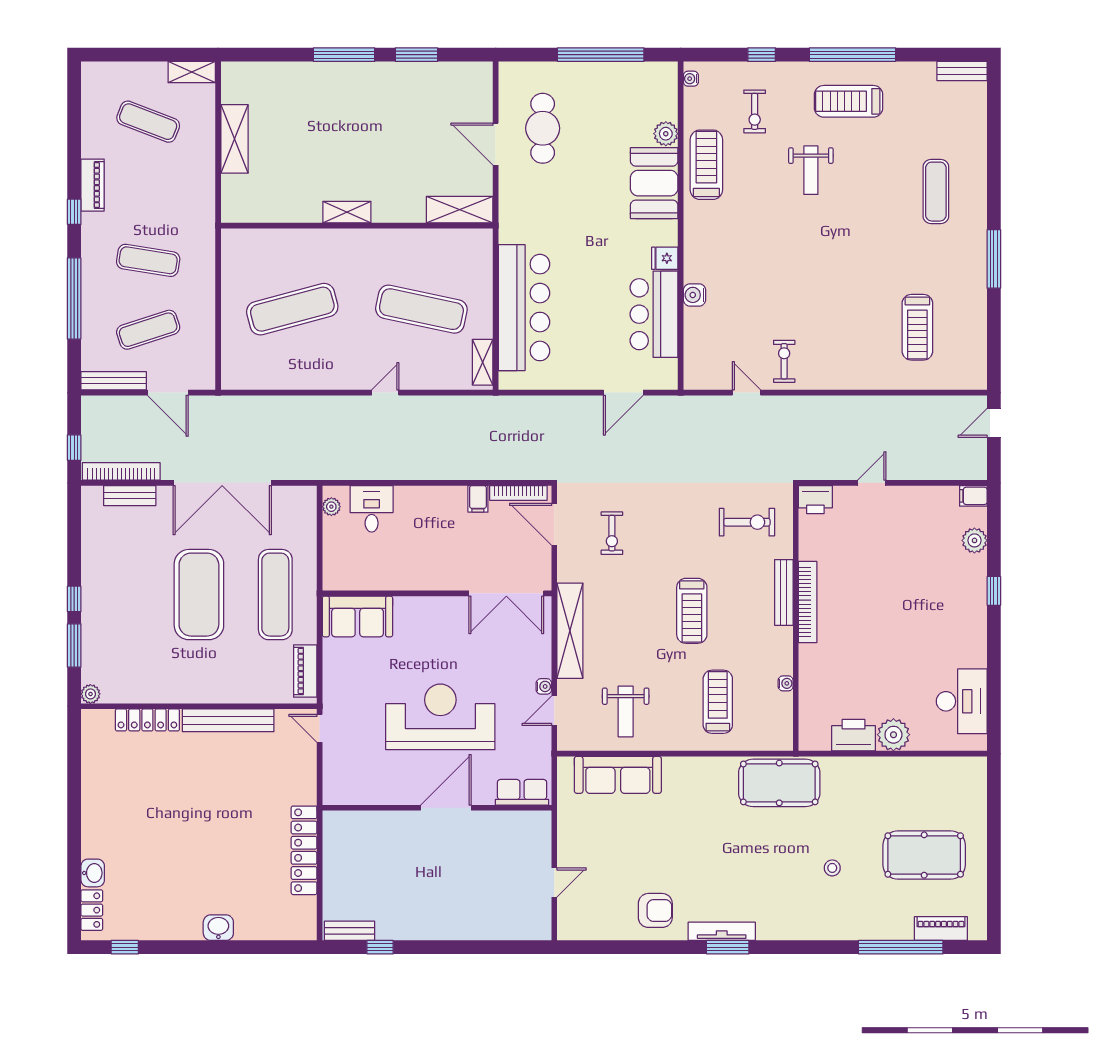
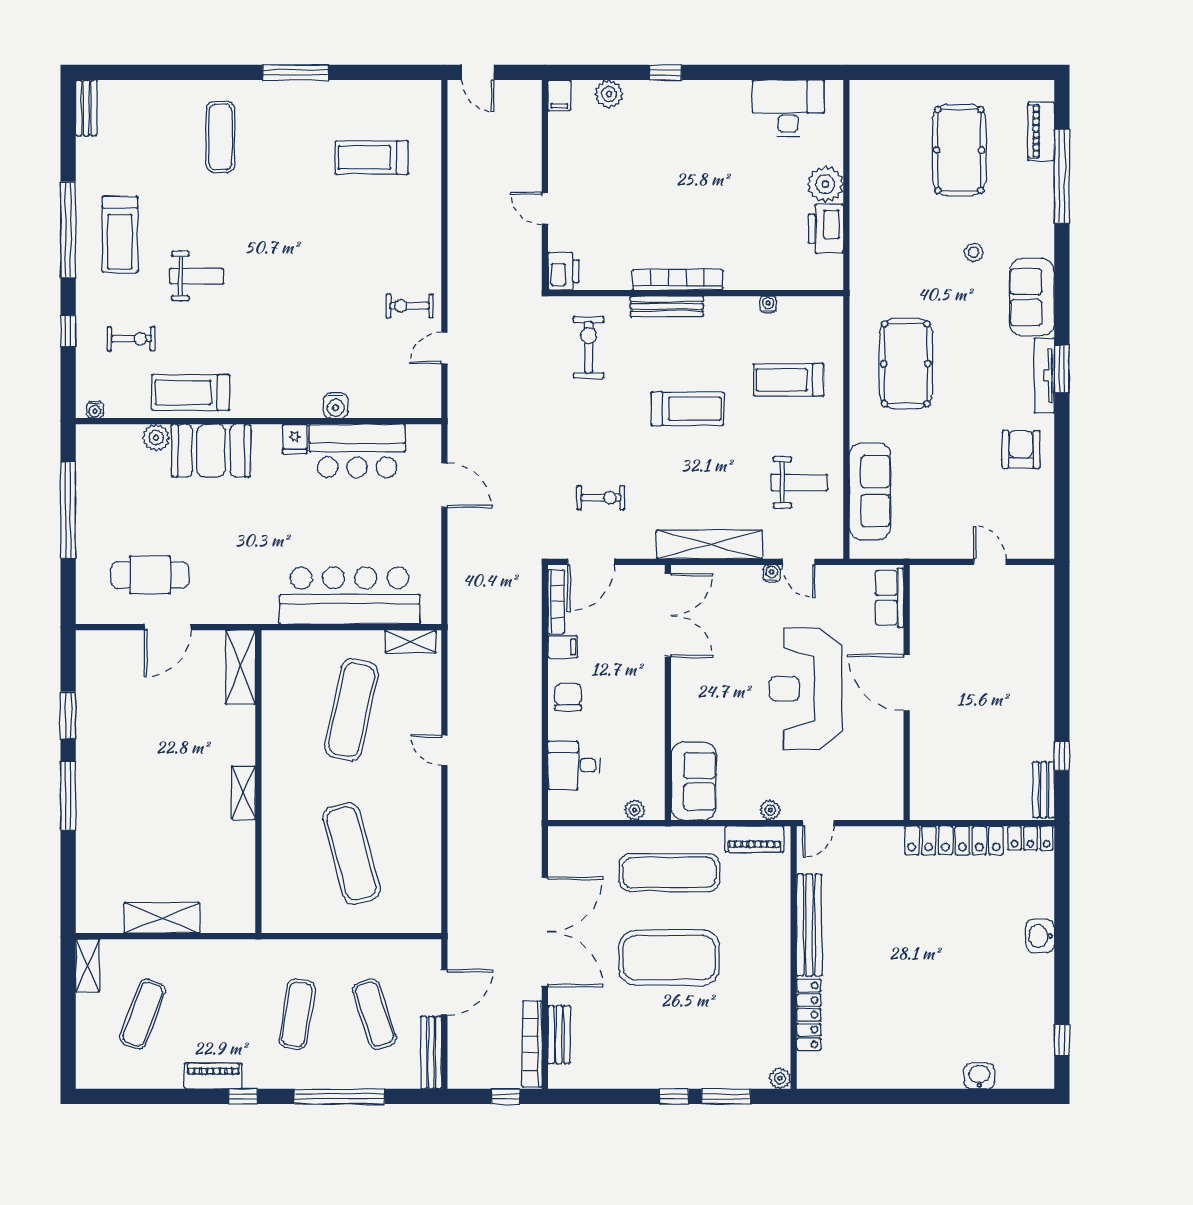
exercise mat: (936, 192) -> (220, 137), turned 90
treadmill: (917, 327) -> (372, 158), turned 180
chair: (433, 504) -> (568, 697), added
plant: (331, 507) -> (635, 810), moved
plant: (331, 685) -> (770, 810), added
pool table: (779, 783) -> (906, 364), moved
locker: (92, 910) -> (1030, 838), moved, turned 180
sofa: (792, 920) -> (1032, 297), added

